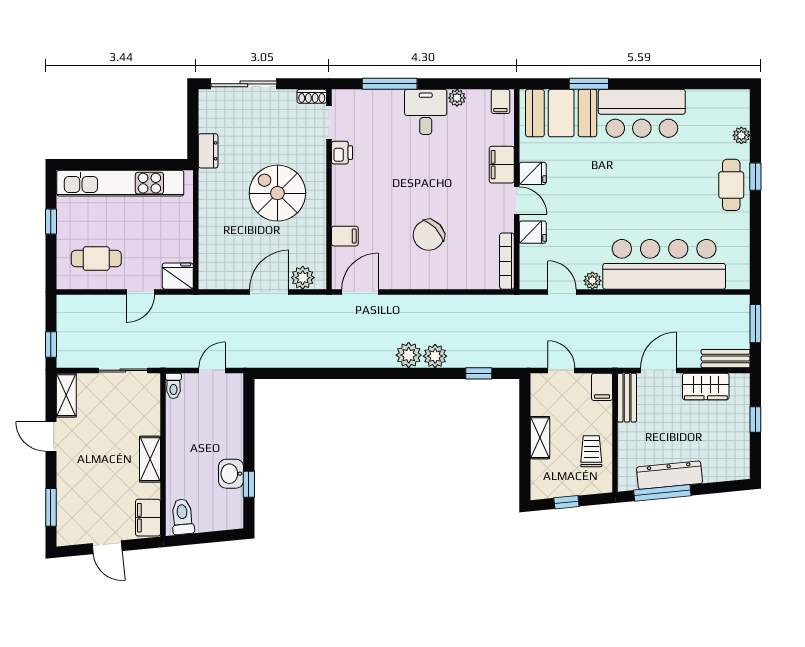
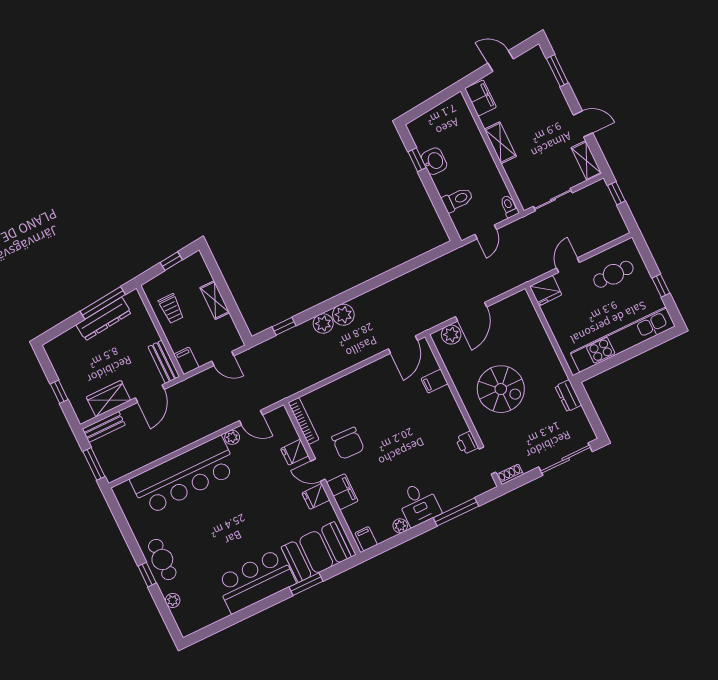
chair: (429, 235) -> (348, 443), moved, turned 136
toilet: (182, 517) -> (457, 200), moved, turned -84

